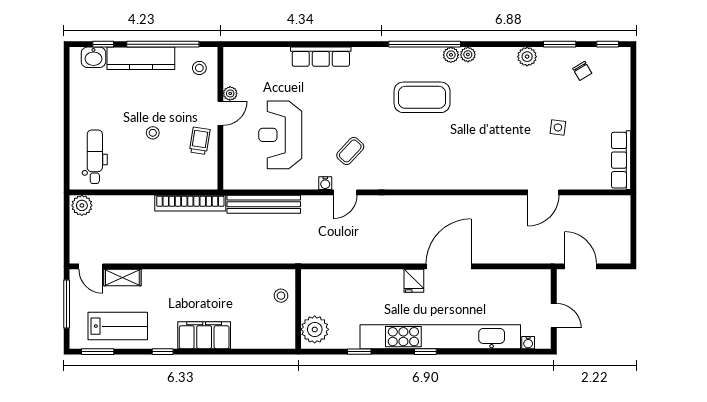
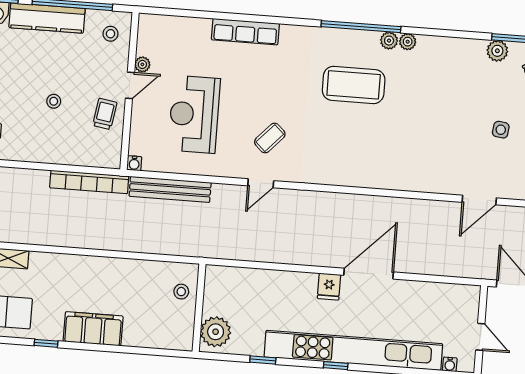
plant: (527, 57) -> (497, 51), moved
water cooler: (325, 183) -> (134, 163), moved

